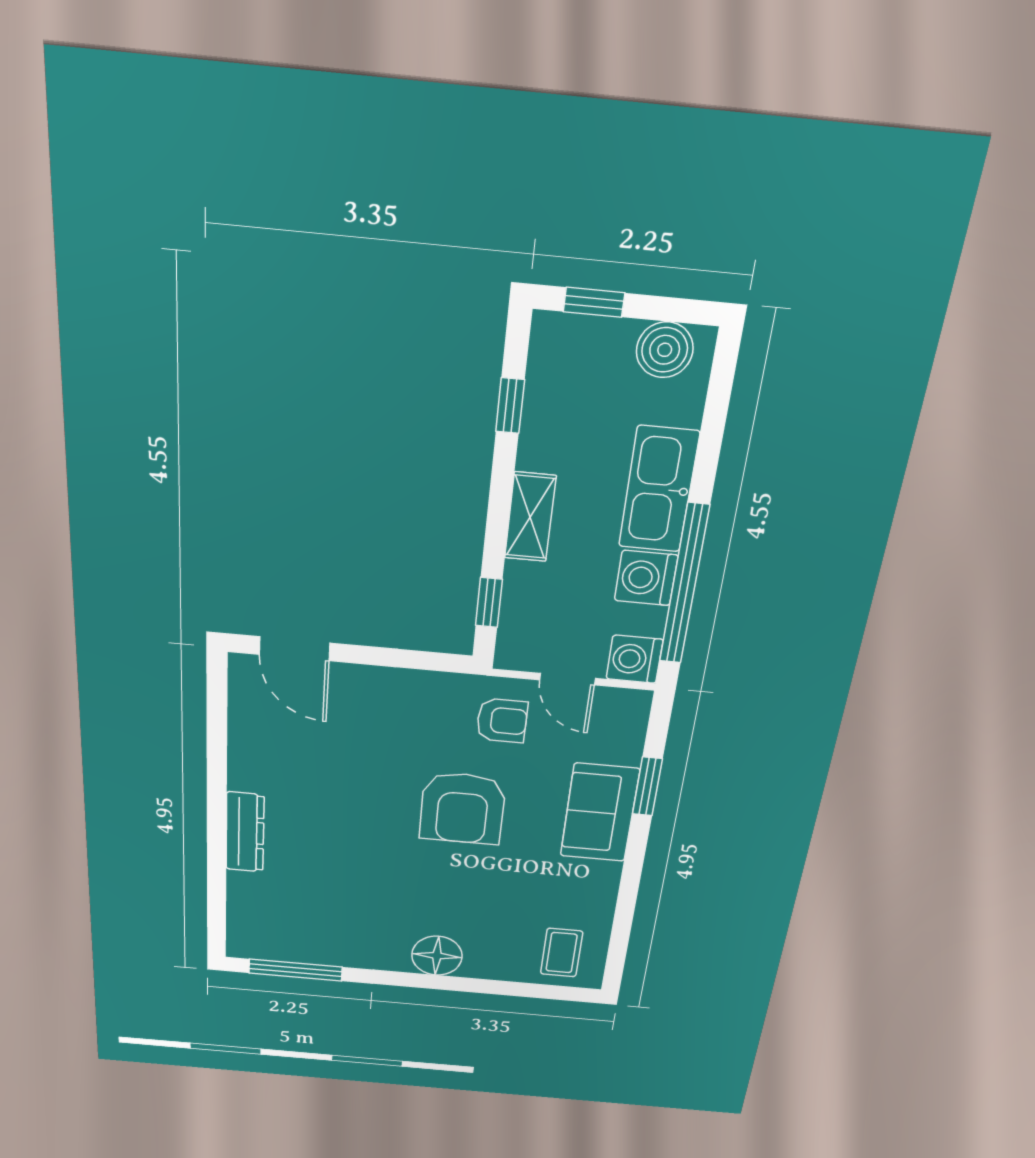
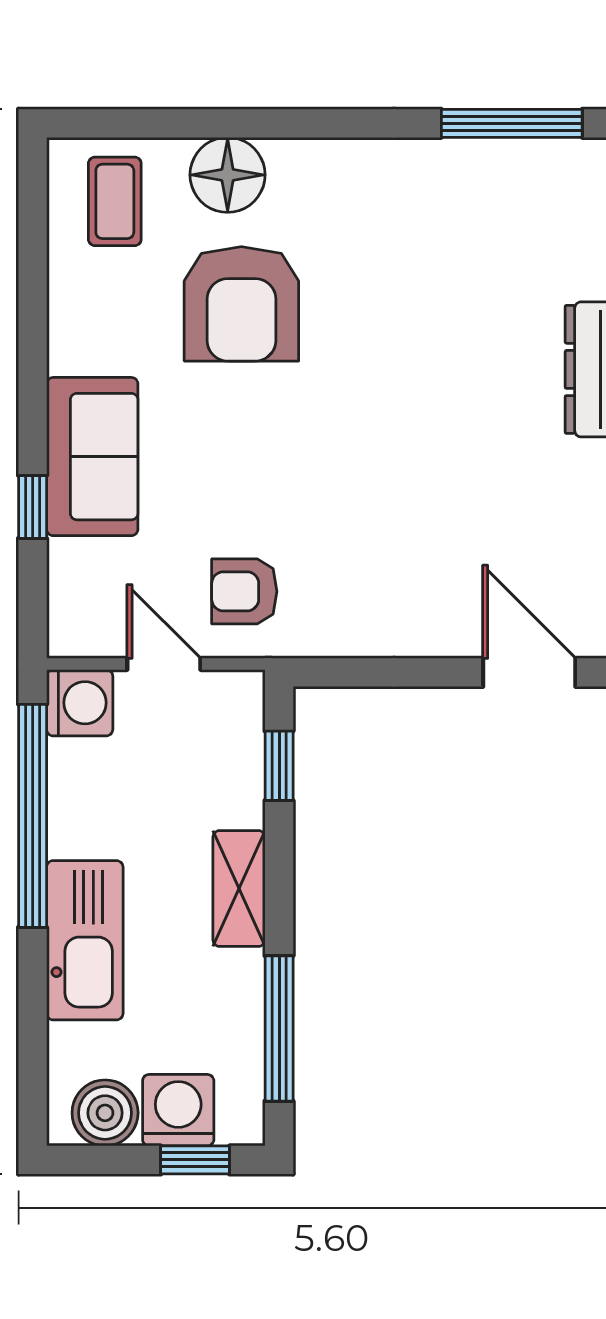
window: (510, 406) -> (279, 1028), width x2.17
washing machine: (646, 578) -> (178, 1110), moved, turned -90
window: (647, 787) -> (33, 507), width x0.67
armchair: (462, 808) -> (241, 304), moved, turned 180
floor lamp: (437, 956) -> (228, 175), moved

